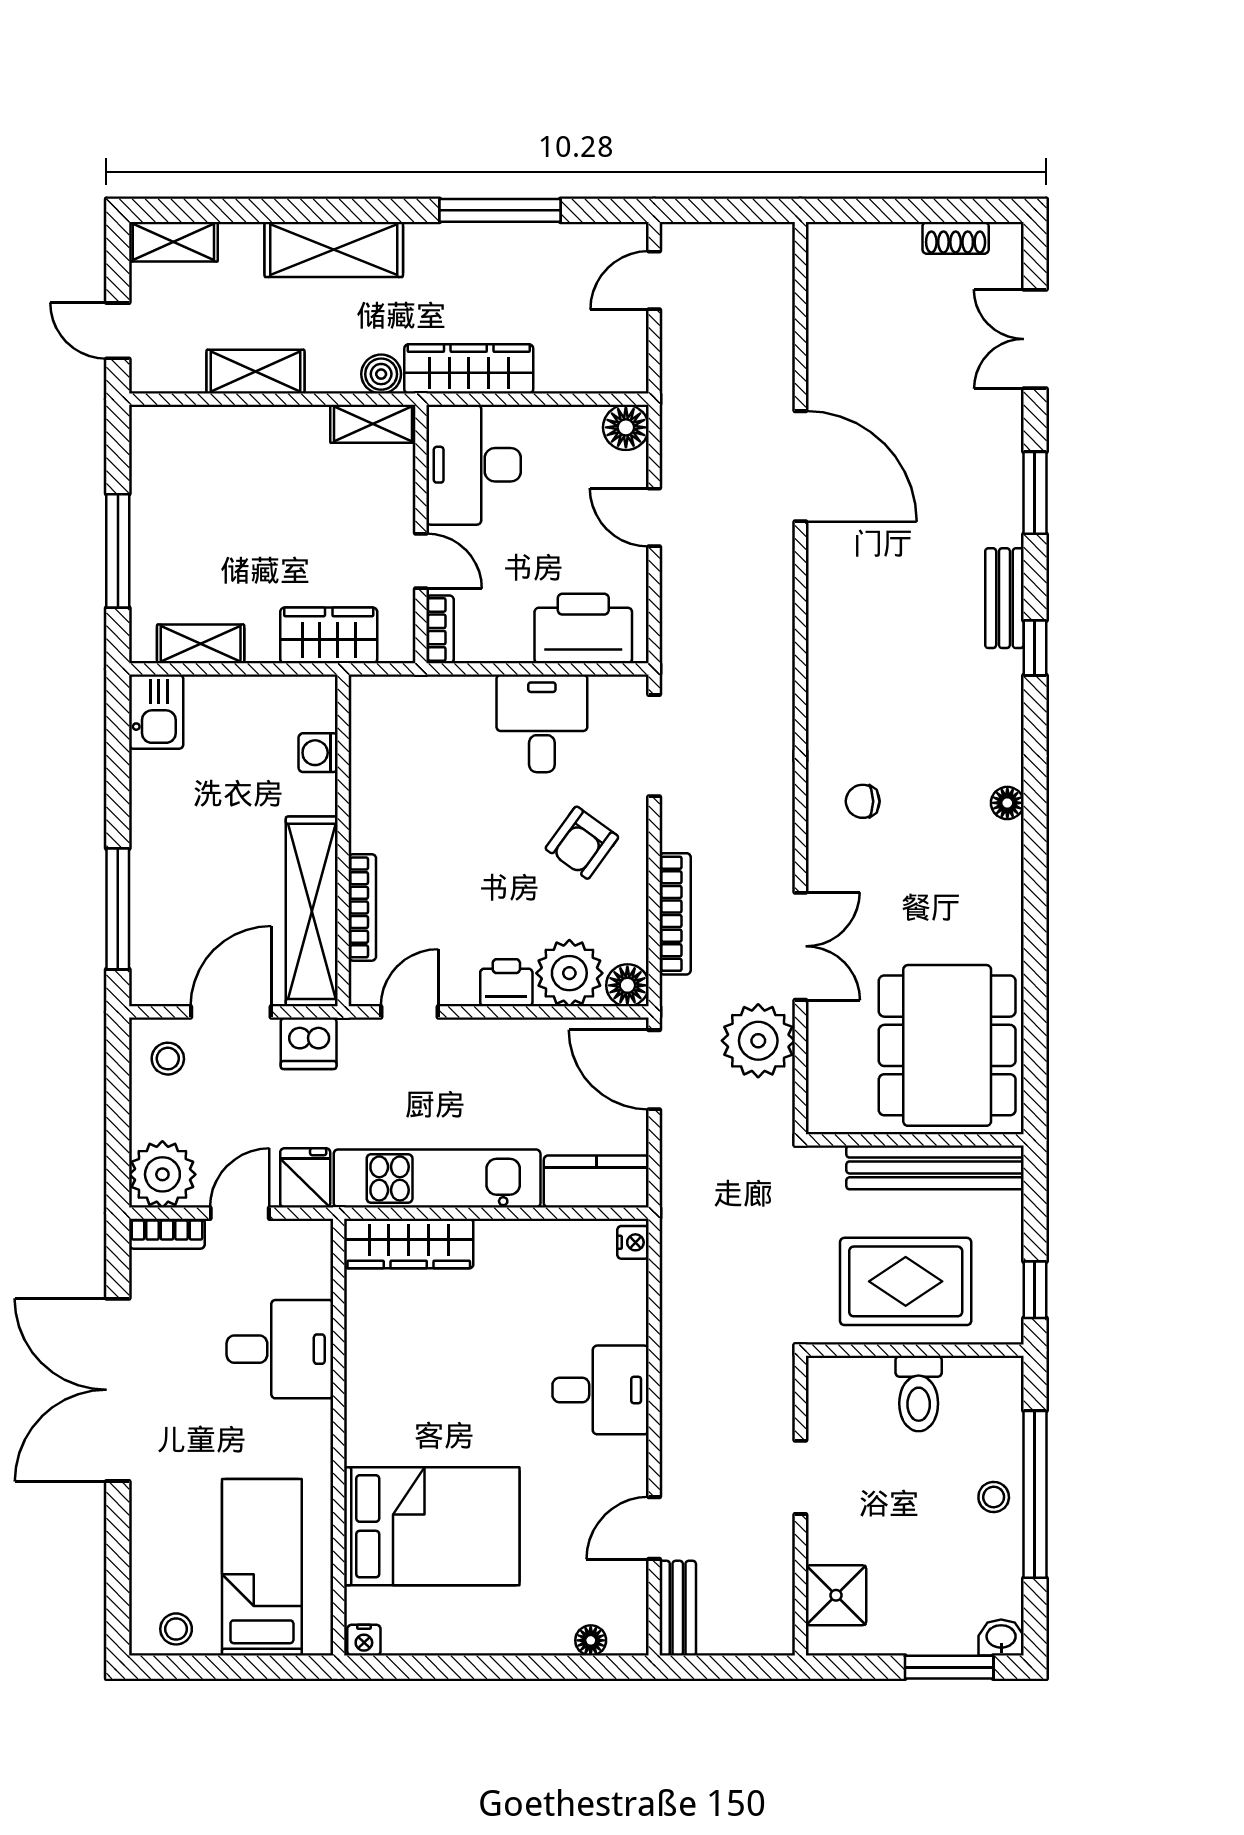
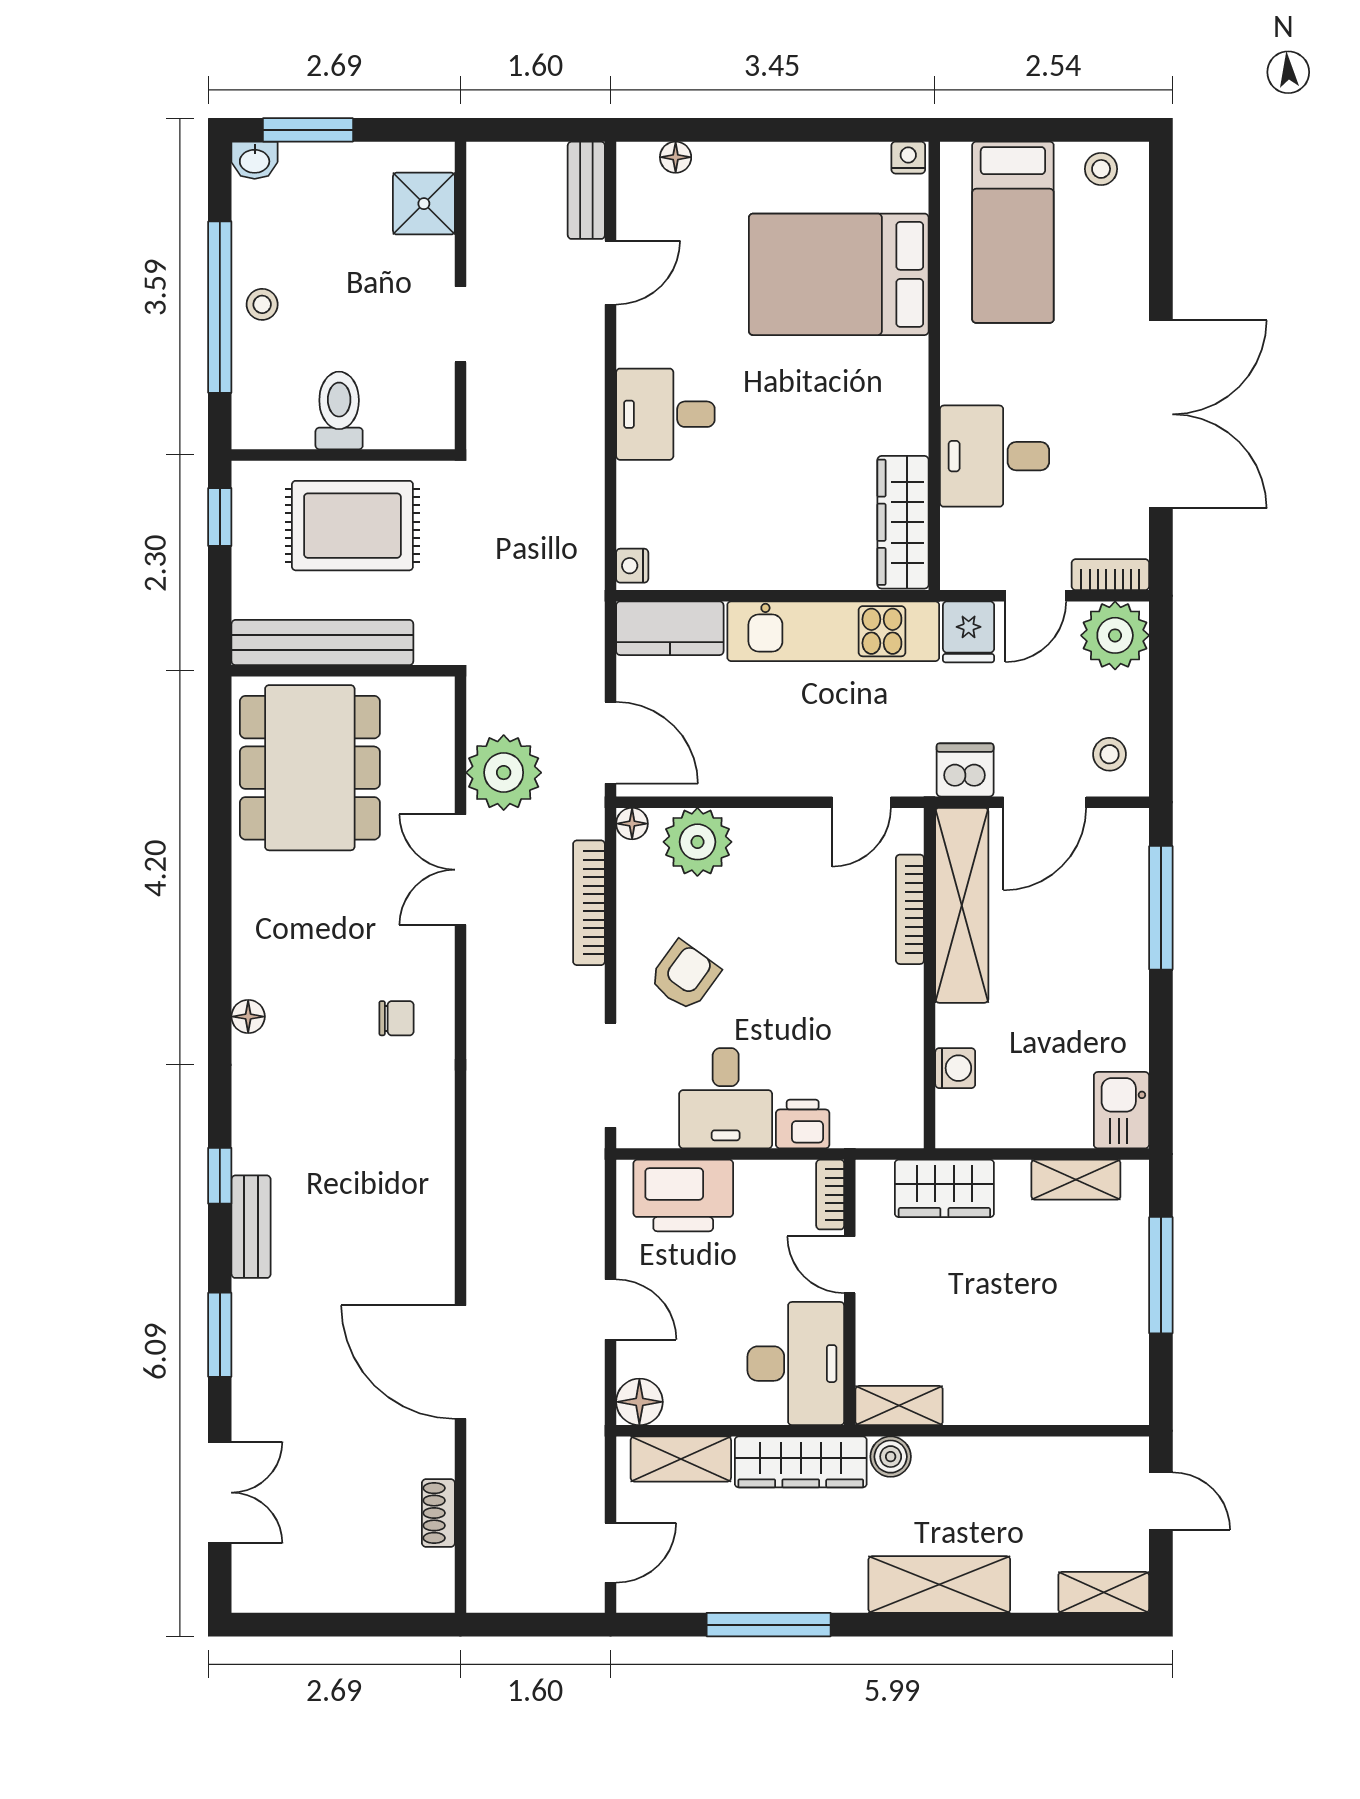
shoe rack: (956, 238) -> (438, 1513), moved, turned -90
shelving: (255, 372) -> (681, 1459), moved
printer: (506, 983) -> (803, 1124), moved, turned 180
floor lamp: (627, 985) -> (632, 824), width x0.73, depth x0.73
wardrobe: (409, 1244) -> (903, 522), moved, turned -90

